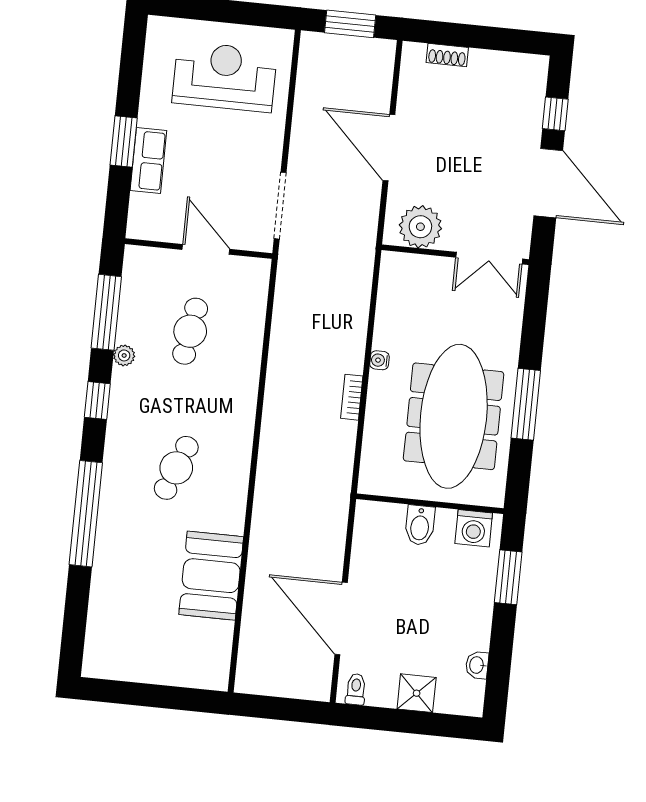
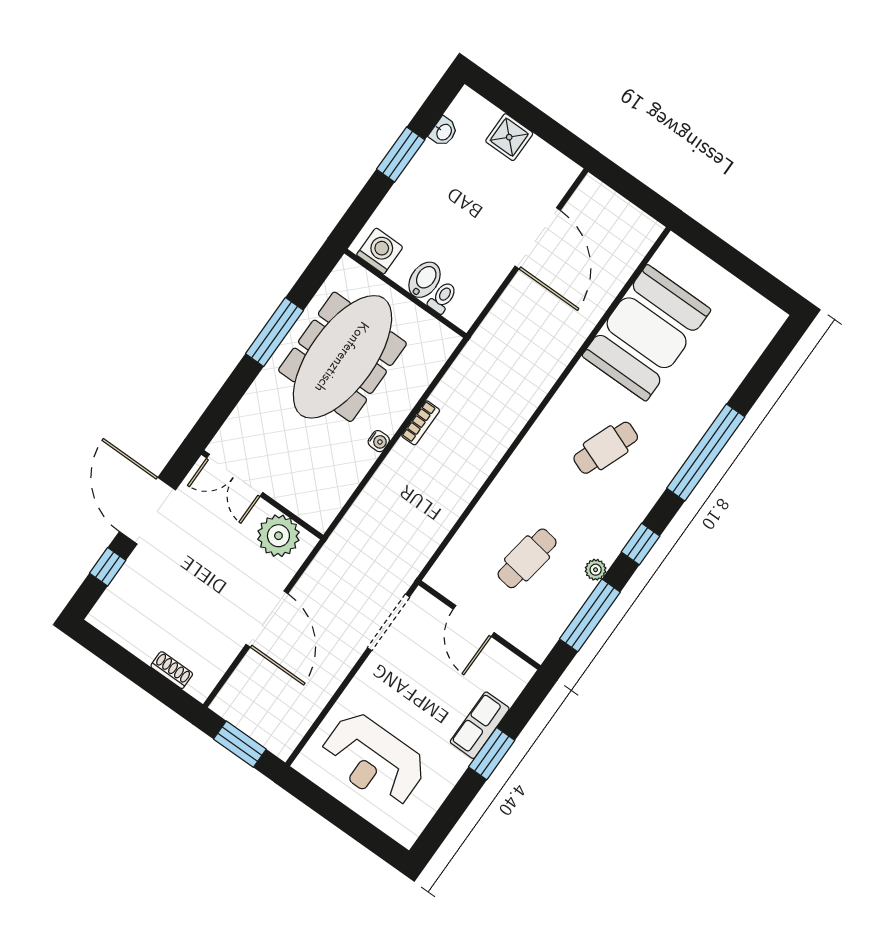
double door: (489, 258) -> (235, 475), swing flipped
booth: (211, 576) -> (647, 333), width x1.36, depth x1.42
window: (508, 577) -> (401, 155), moved
toilet: (356, 689) -> (442, 298), moved, turned 180

